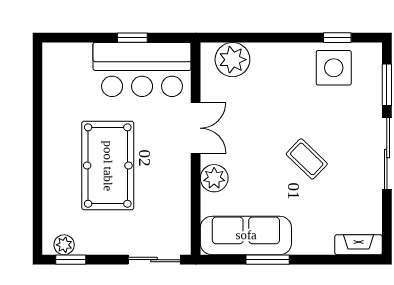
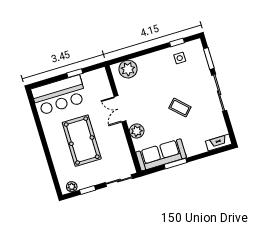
side table: (334, 68) -> (180, 58), width x0.54, depth x0.54
bar counter: (142, 69) -> (59, 95), moved
double door: (196, 128) -> (120, 109), swing flipped
window: (71, 260) -> (88, 190), moved

